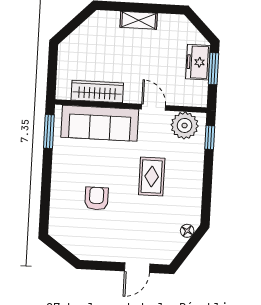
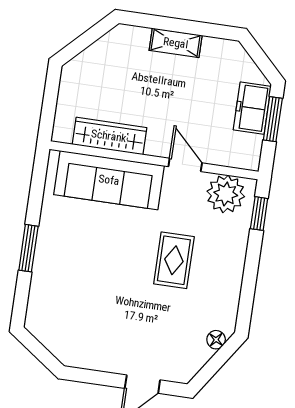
window: (49, 131) -> (28, 248), moved
armchair: (96, 198) -> (95, 284), removed

